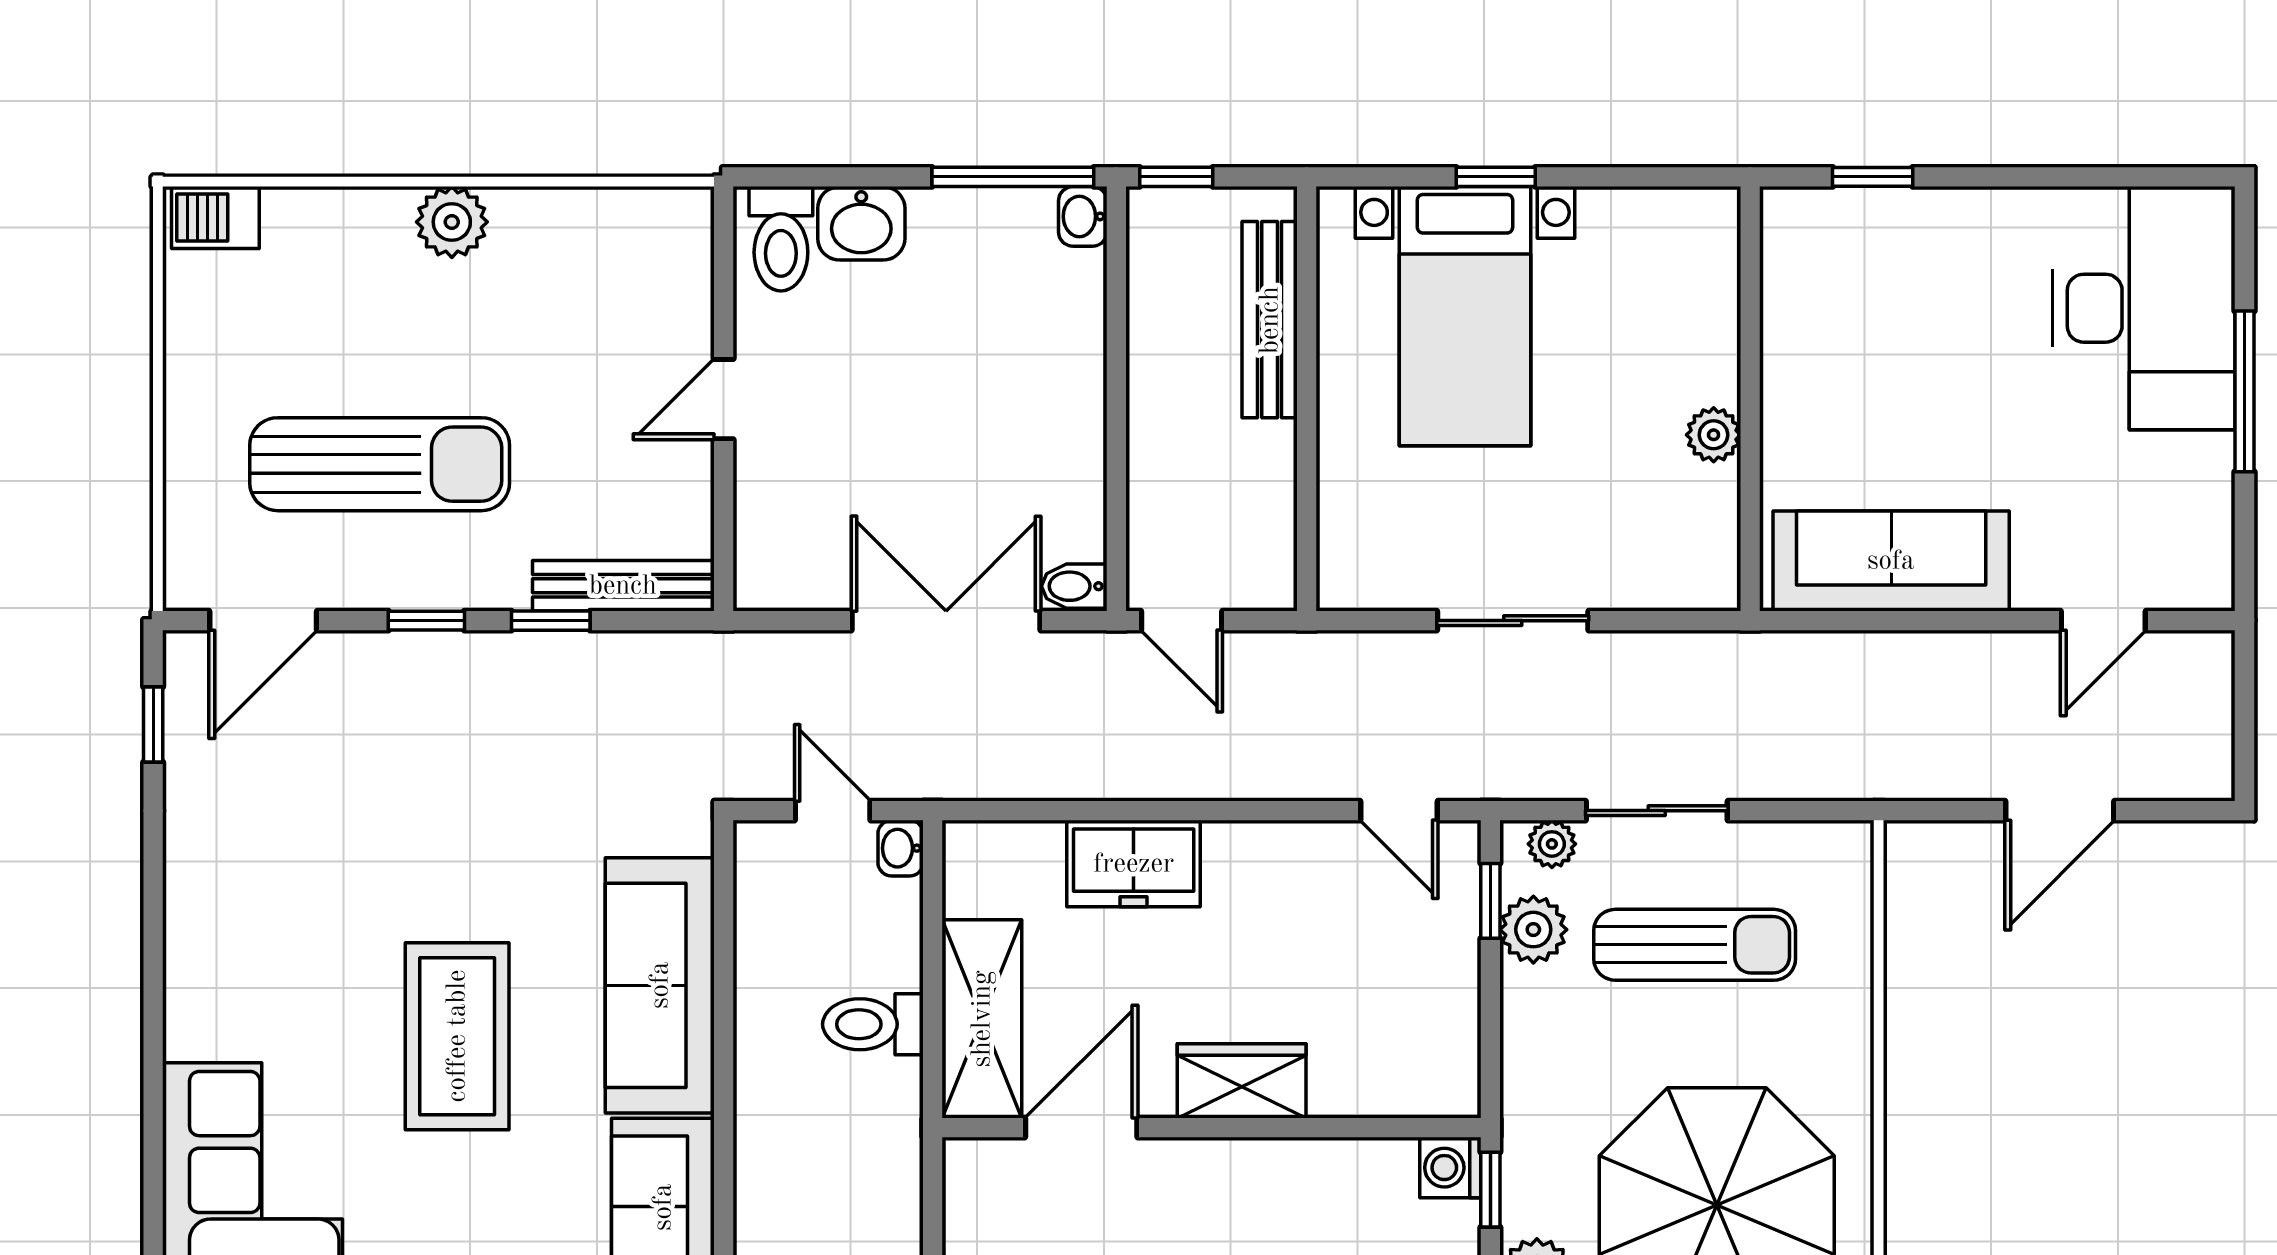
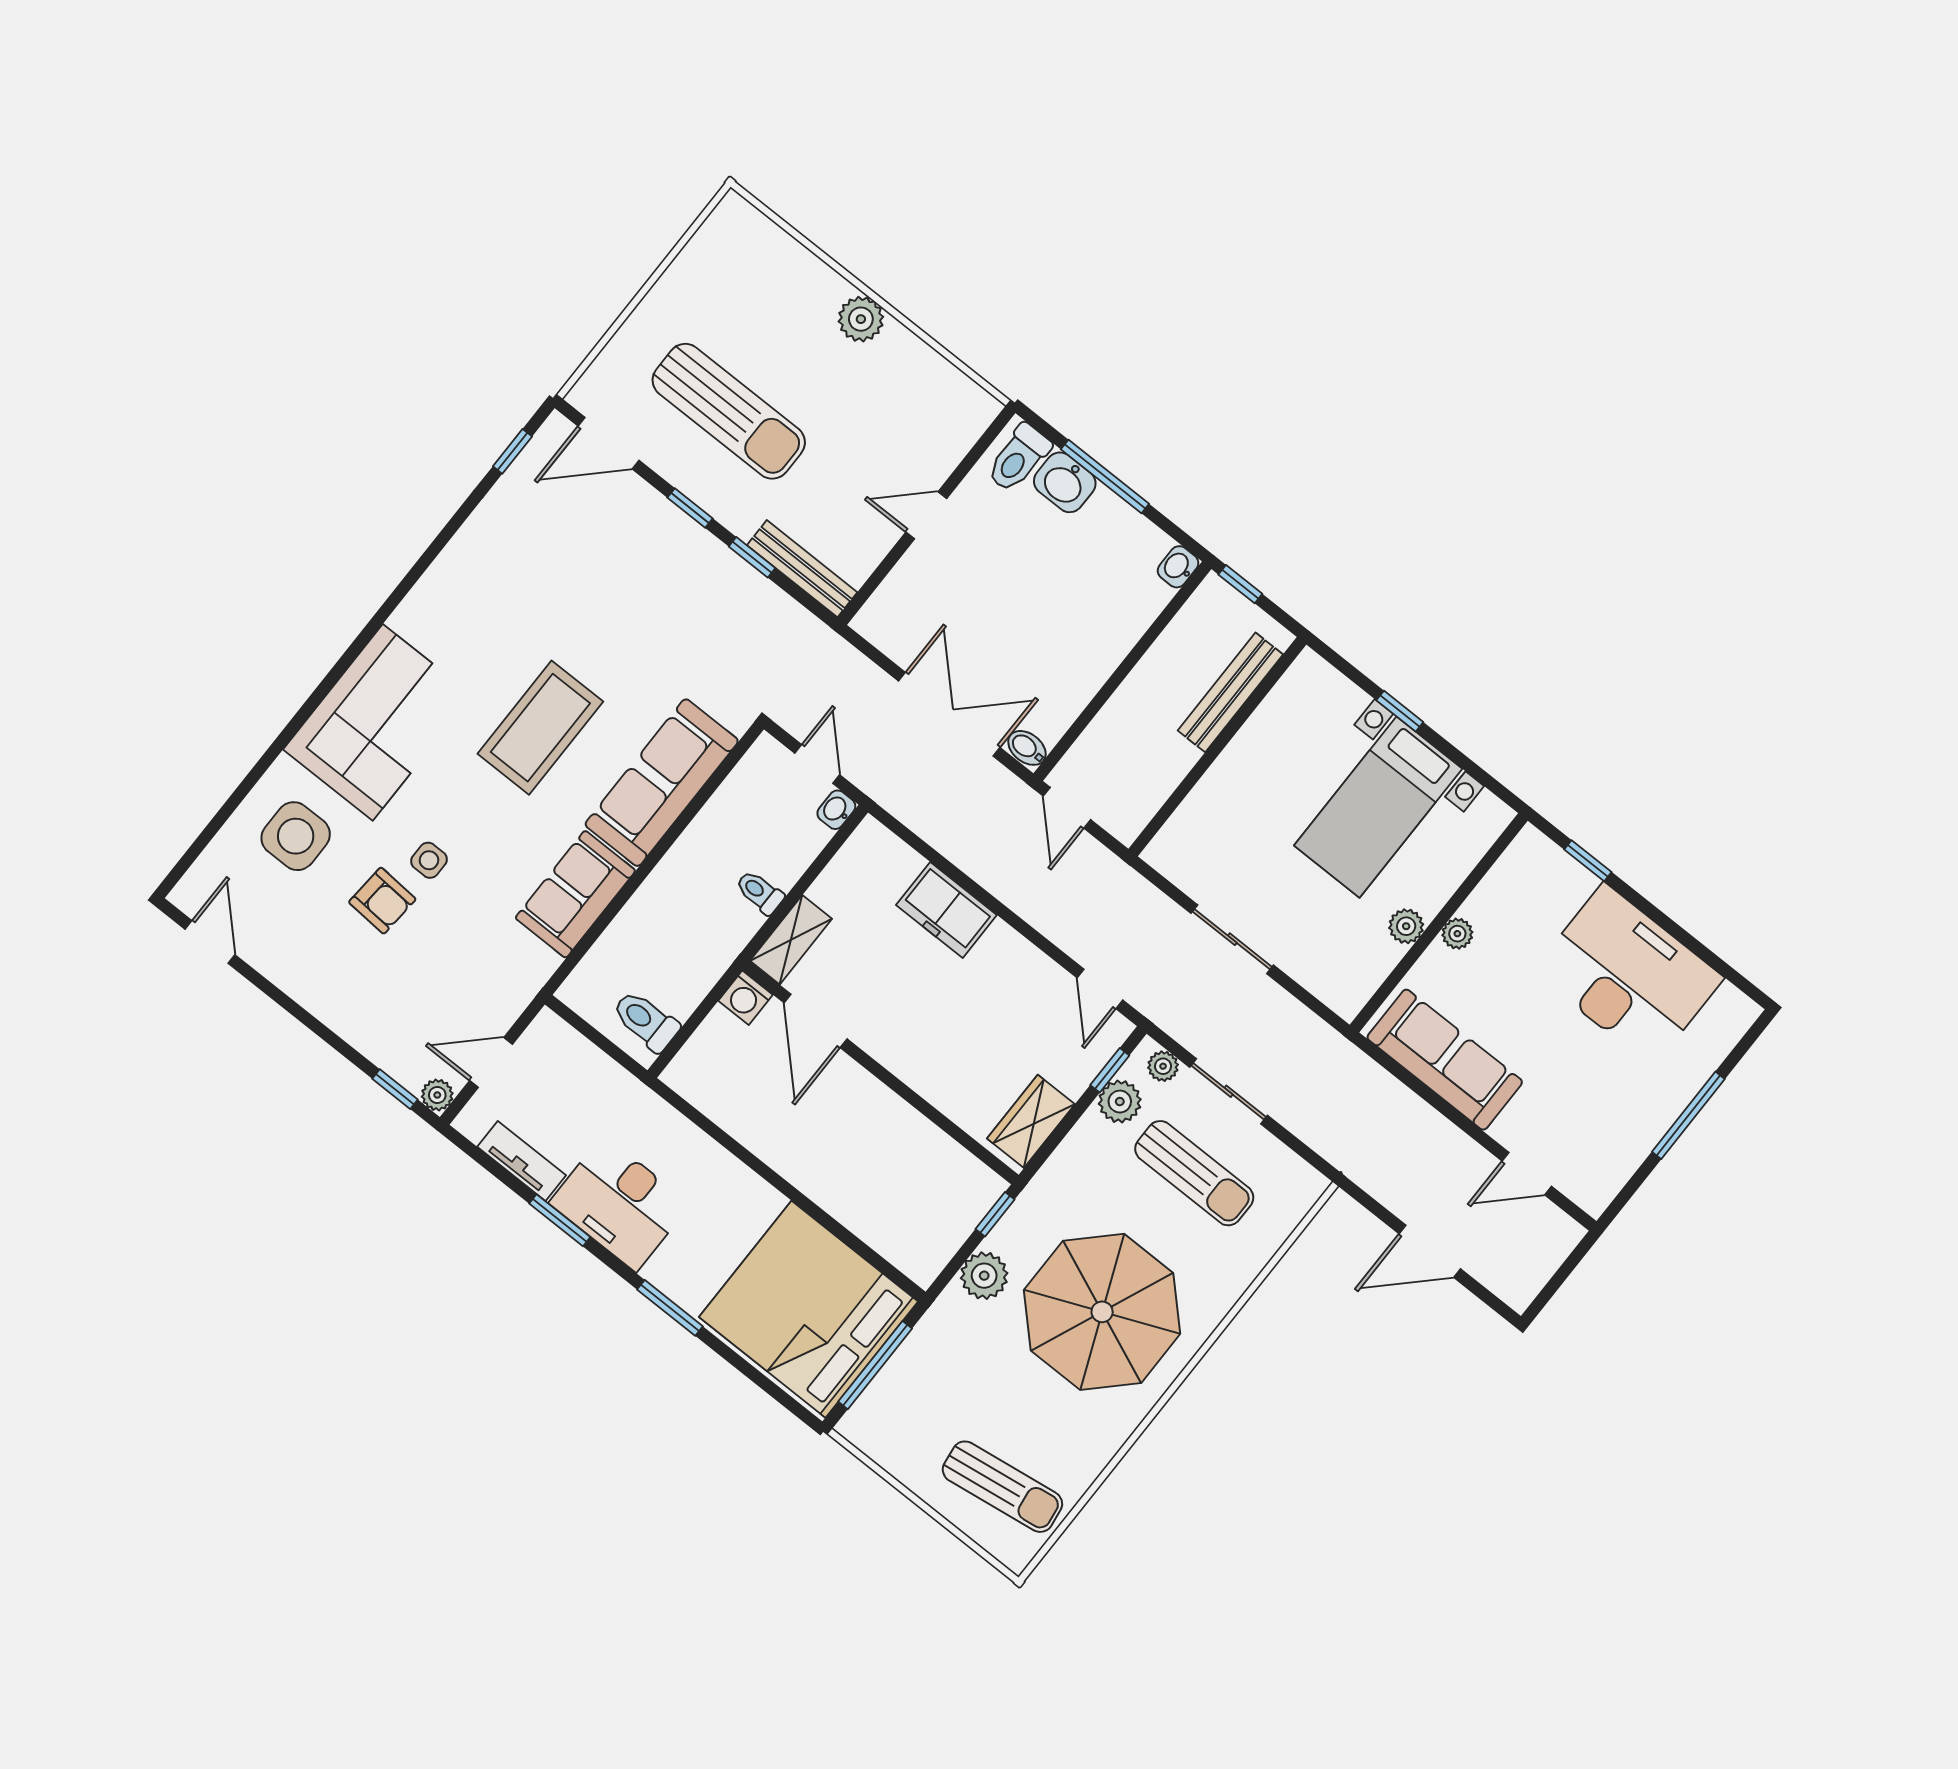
window: (1013, 177) -> (1105, 477), moved
barbecue: (215, 218) -> (745, 223), removed
desk: (2144, 308) -> (1628, 975), moved, turned -90
bed with nightstands: (1465, 316) -> (1378, 807), moved
plant: (1784, 394) -> (1457, 934), added
shelving: (982, 1019) -> (791, 940), width x0.67, depth x0.75
toilet: (873, 1024) -> (760, 892), width x0.73, depth x0.72
wardrobe: (1242, 1081) -> (1031, 1121), moved, turned -90
door: (1081, 1128) -> (816, 1021), swing flipped
washing machine: (1450, 1168) -> (745, 998), moved, turned -90

